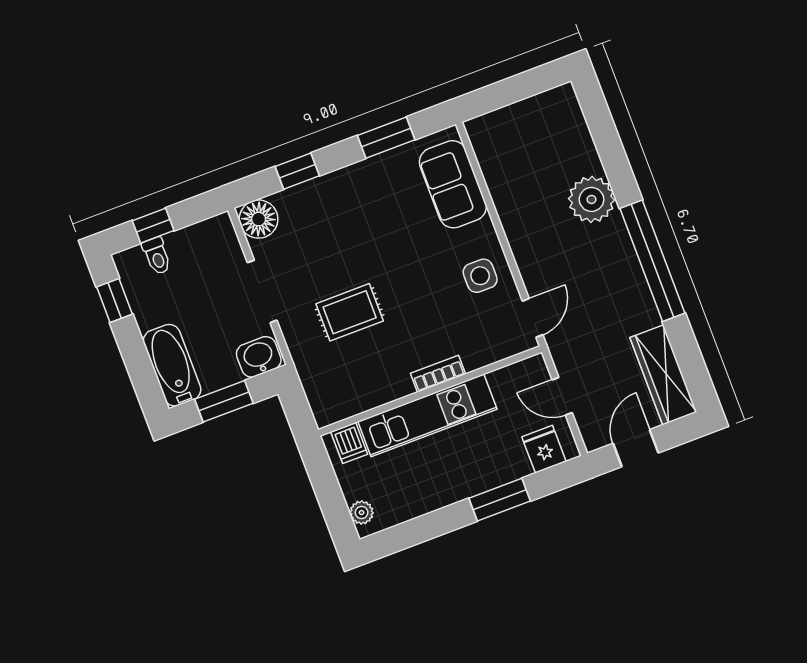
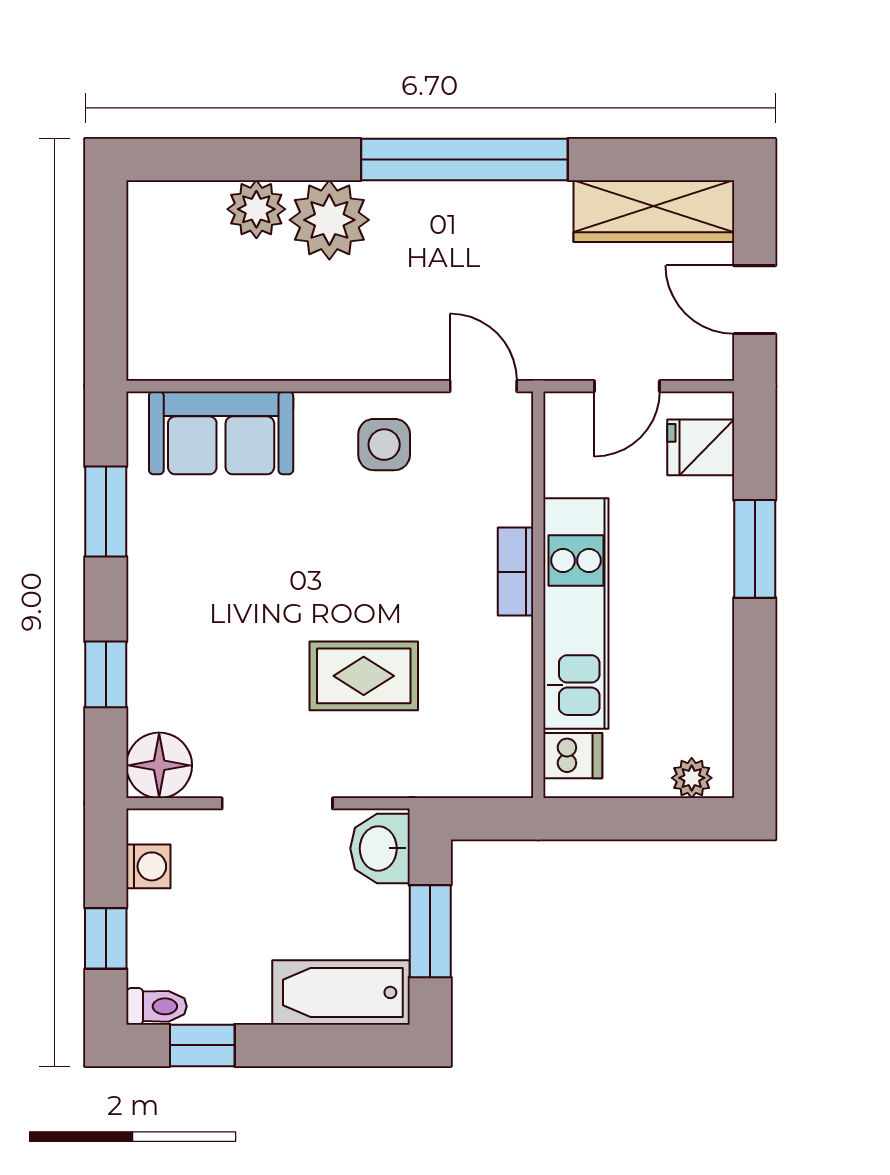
plant: (582, 157) -> (256, 209), added
washing machine: (201, 234) -> (148, 866), added
toilet: (157, 256) -> (156, 1006), moved
rug: (350, 312) -> (364, 676), turned 90

